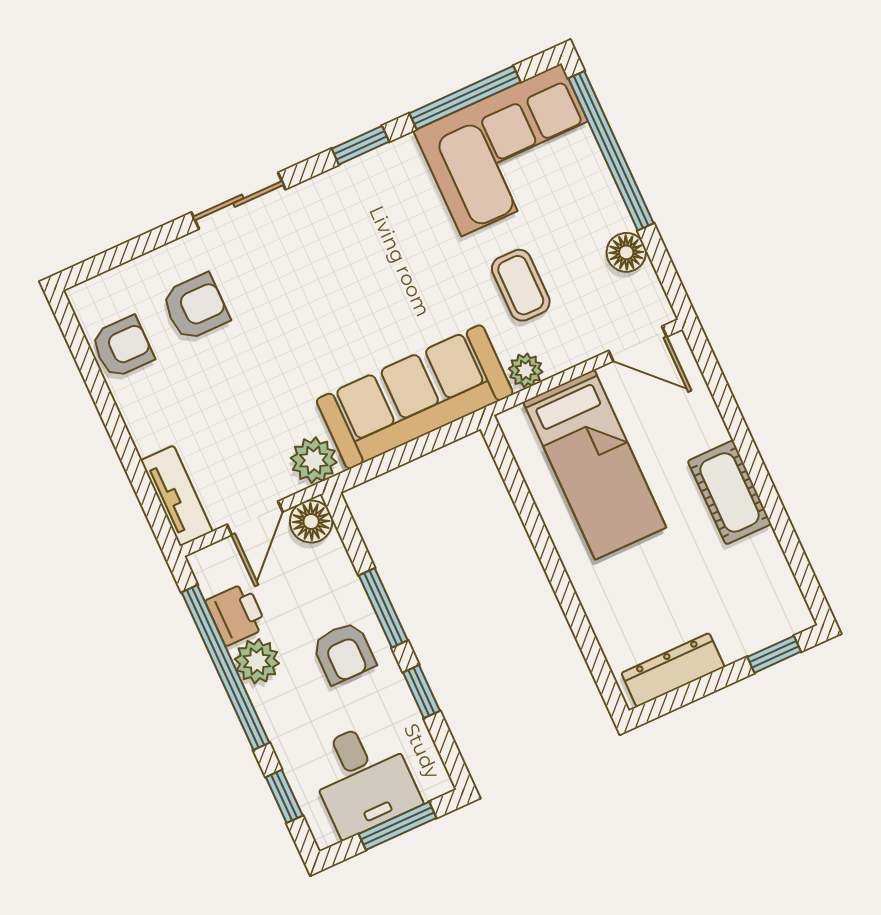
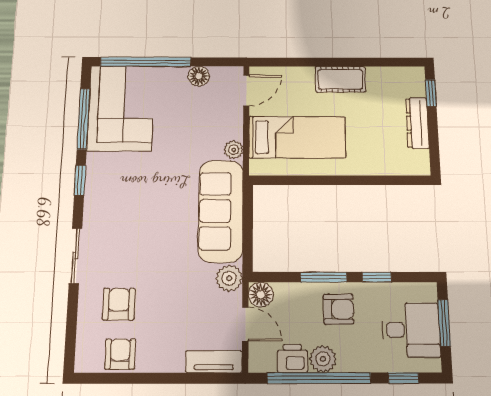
coffee table: (521, 285) -> (190, 133), removed
dresser: (673, 670) -> (417, 123), moved

